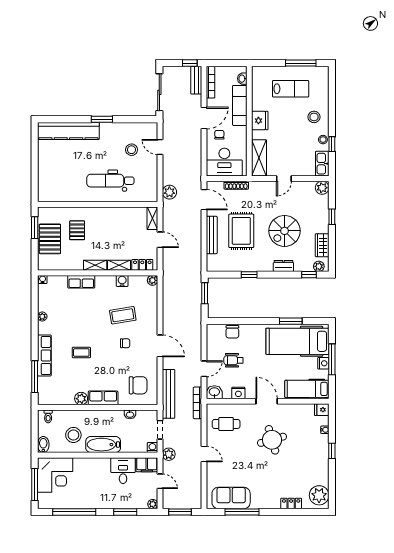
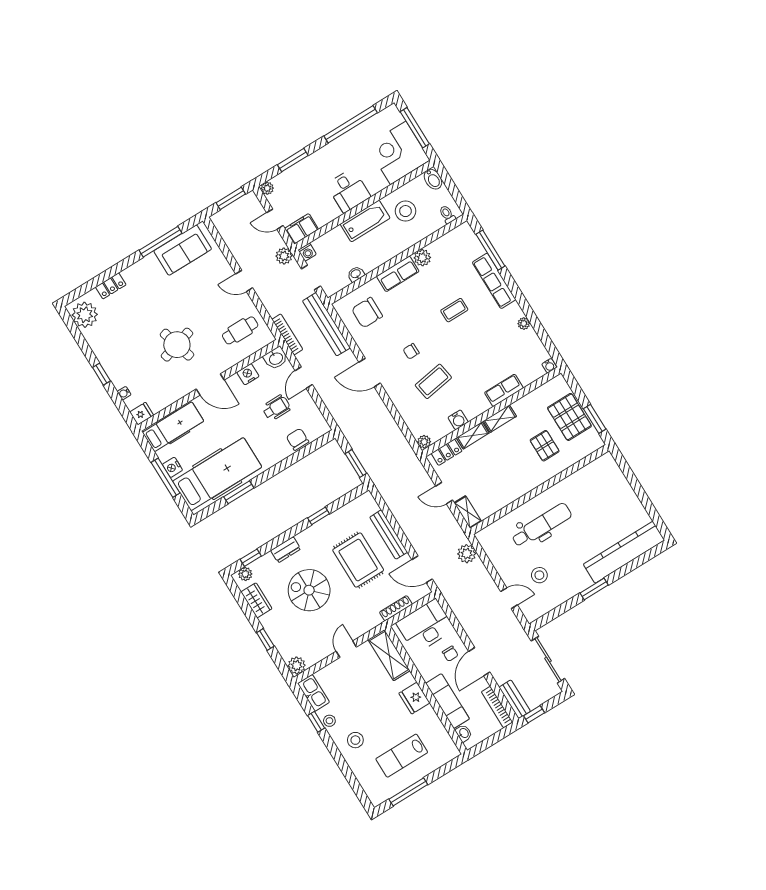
spiral stairs: (284, 231) -> (309, 590), turned -90
desk: (123, 471) -> (348, 191), moved

